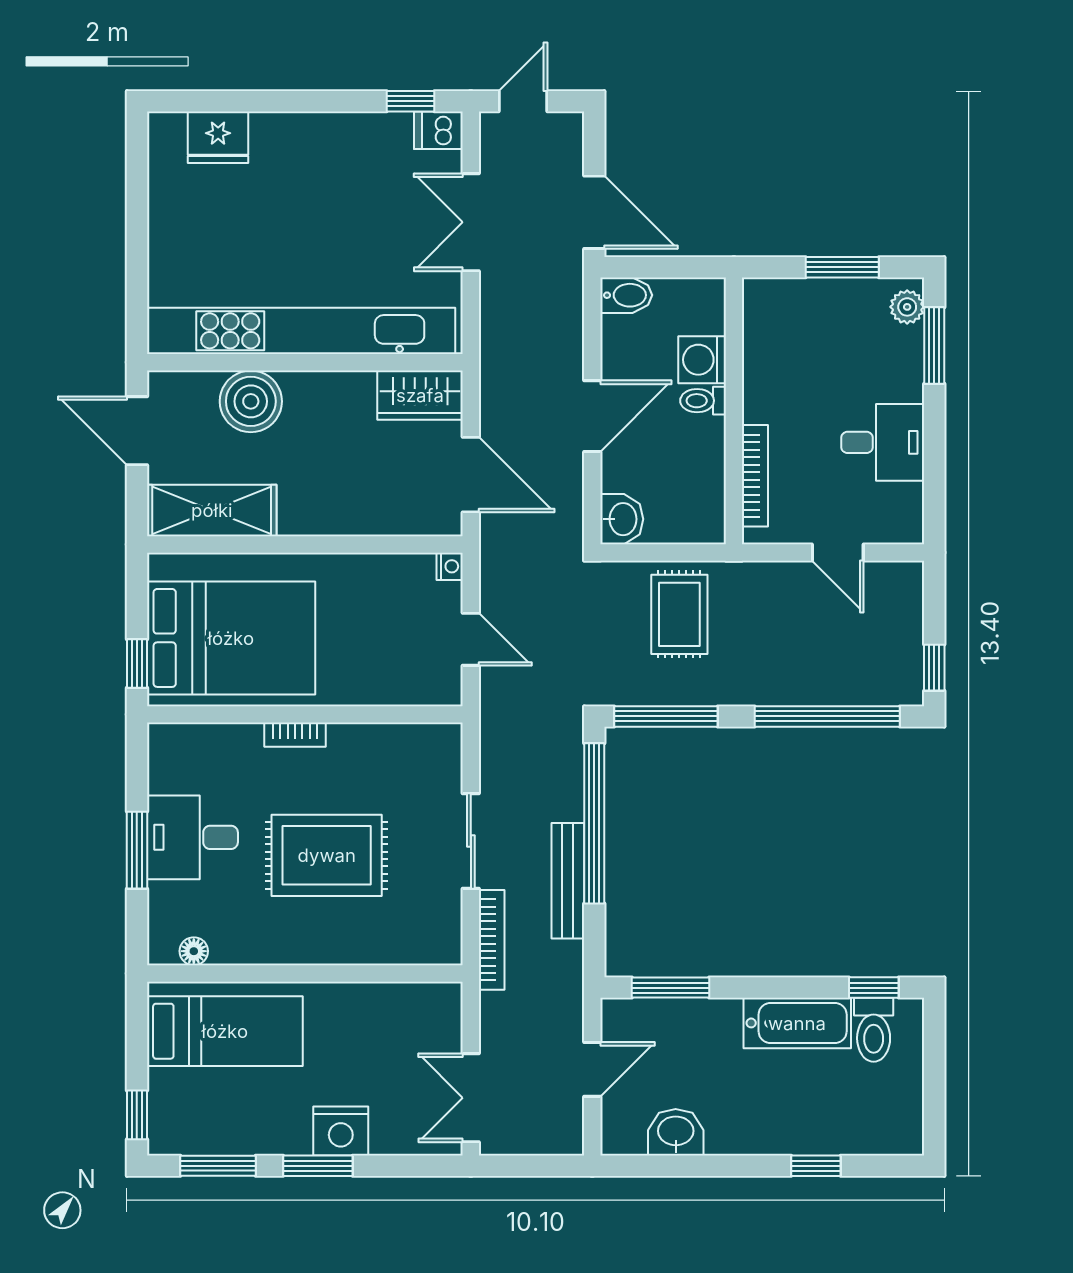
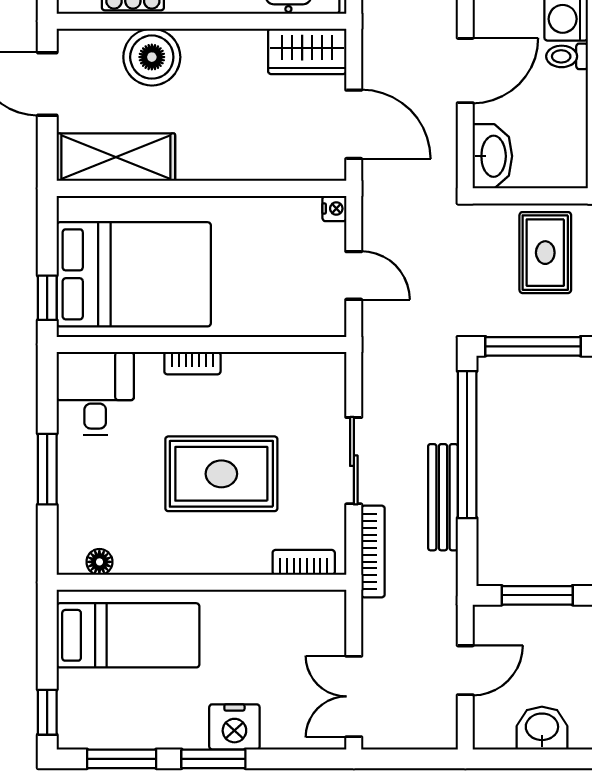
washbasin: (622, 519) -> (492, 156), width x1.38
desk: (192, 837) -> (95, 394), moved, turned 90
bookcase: (416, 952) -> (304, 562), added

